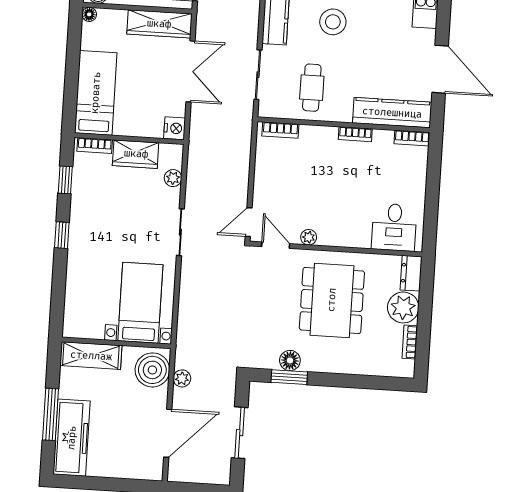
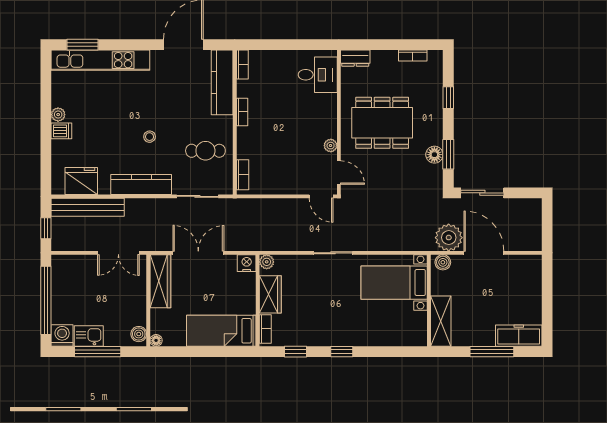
stool: (333, 22) -> (150, 137), width x0.53, depth x0.53
plant: (173, 178) -> (267, 262), moved
door: (276, 245) -> (339, 173), swing flipped
plant: (403, 307) -> (384, 63), removed
boiler: (152, 370) -> (443, 262), width x0.54, depth x0.54
plant: (182, 378) -> (449, 238), width x1.87, depth x1.87
window: (357, 381) -> (448, 98), added
door: (168, 433) -> (484, 253), moved
sliding door: (240, 433) -> (482, 193), moved
freezer: (72, 438) -> (519, 336), width x0.73, depth x0.79

